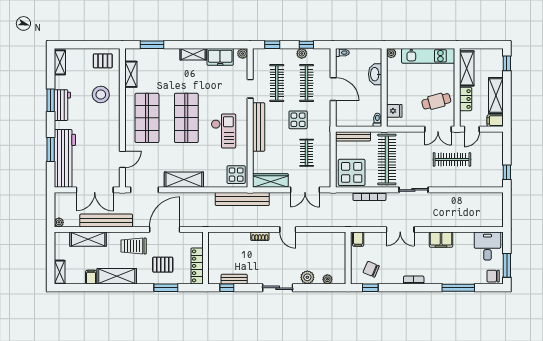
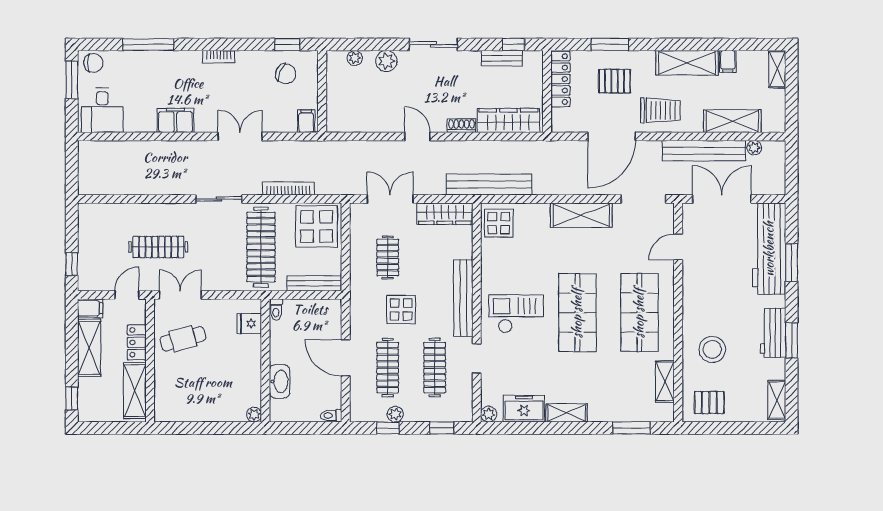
kitchen unit: (428, 56) -> (196, 410), removed
checkout: (224, 131) -> (516, 314), moved, turned 90
window: (507, 172) -> (72, 264), moved
plant: (59, 222) -> (754, 148), moved
wardrobe: (230, 240) -> (508, 120), added

